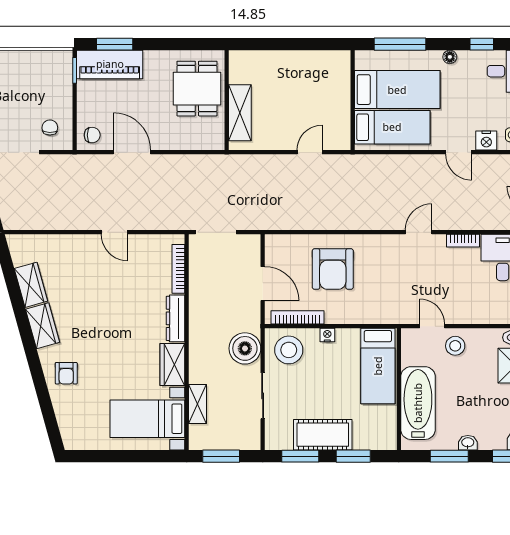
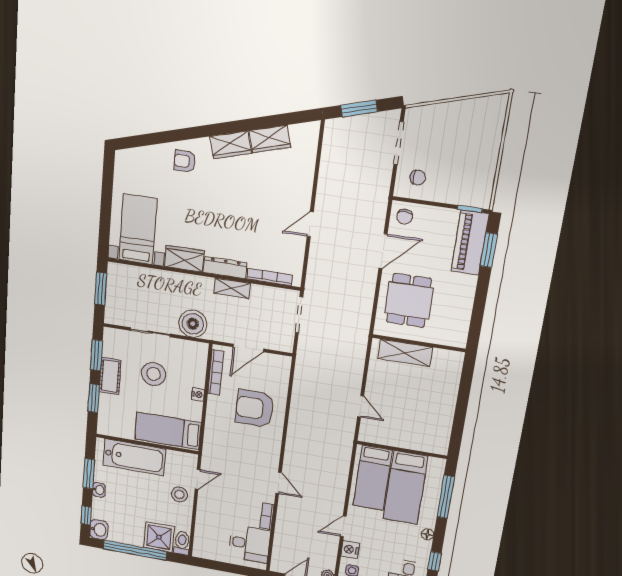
dining table: (197, 89) -> (409, 300), moved, turned 90
stool: (289, 350) -> (154, 374), moved
shelving: (198, 404) -> (232, 288), moved
cot: (323, 435) -> (110, 376), width x0.73, depth x0.75

